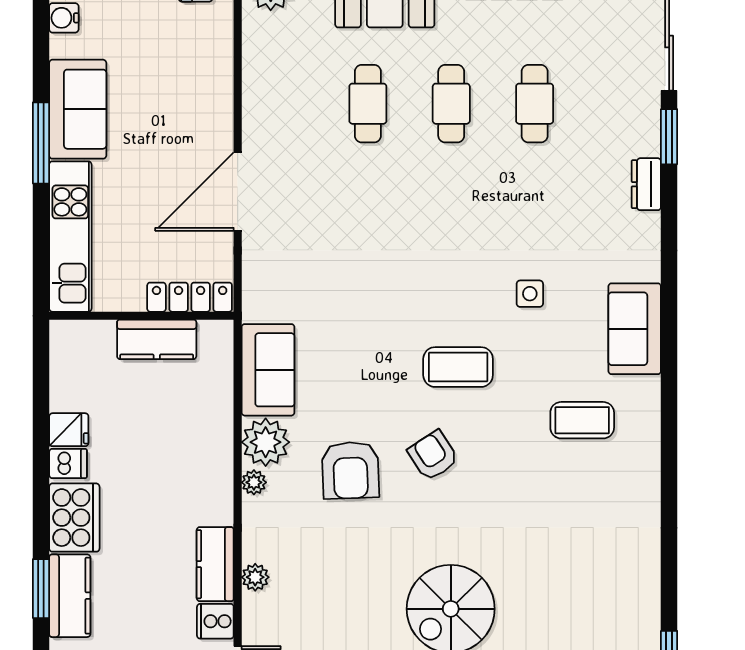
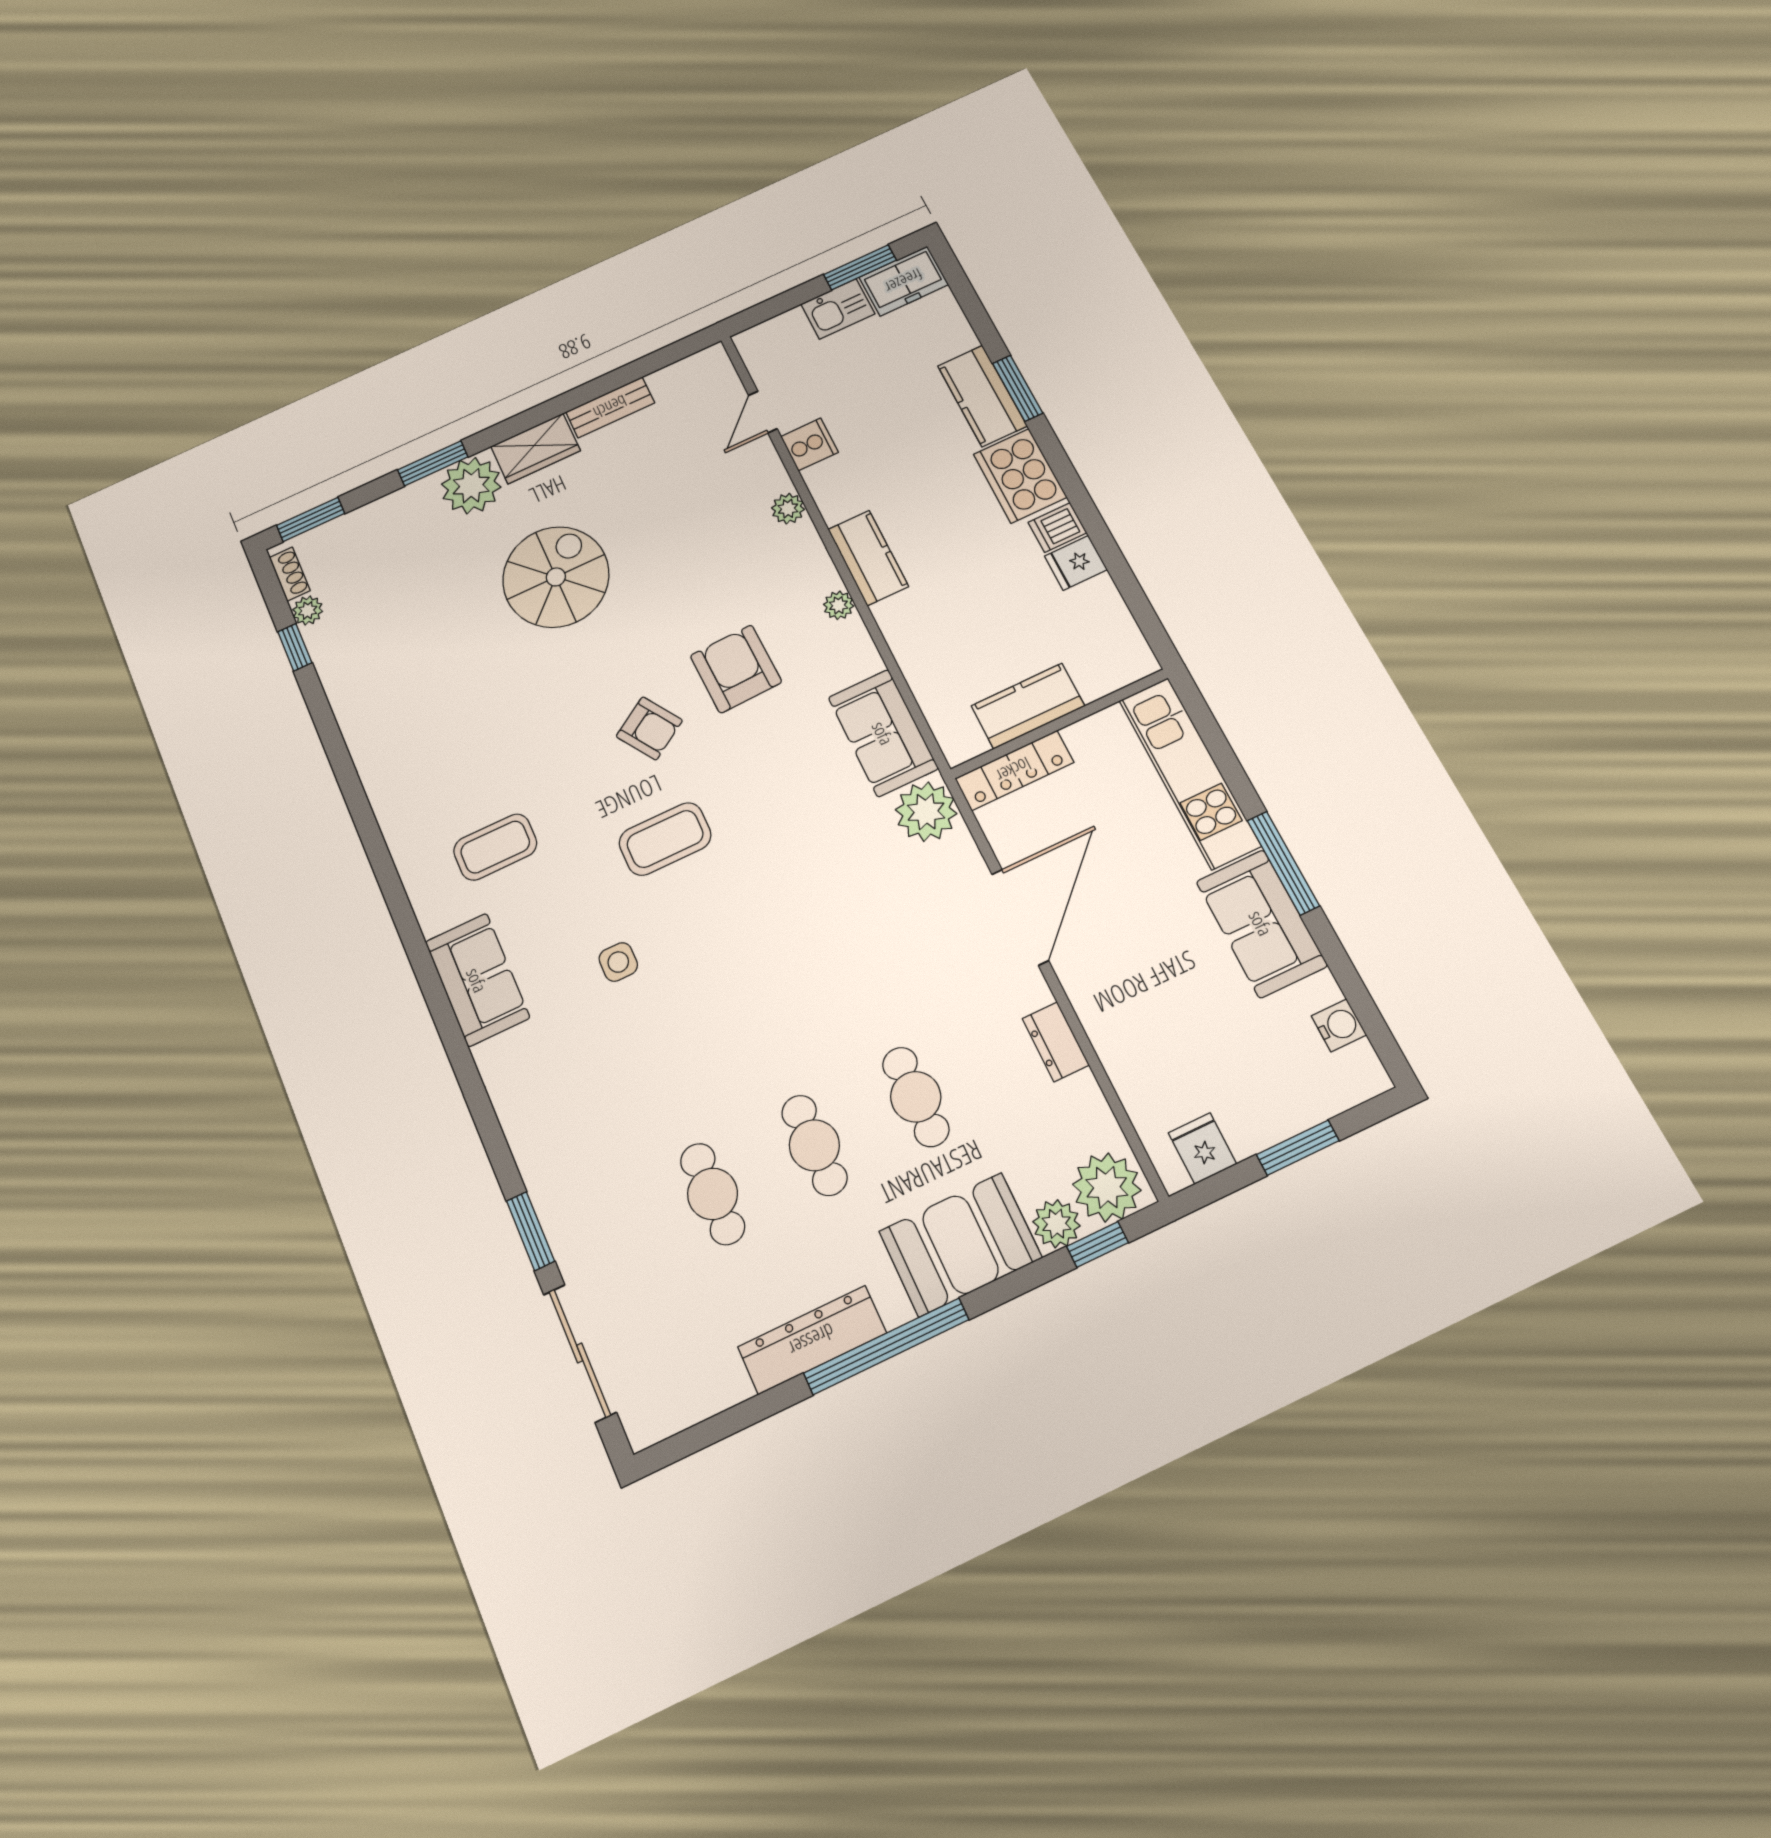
dresser: (646, 184) -> (1056, 1042), moved, turned 180
plant: (266, 442) -> (926, 812), moved
kitchen counter: (215, 564) -> (868, 558), moved

